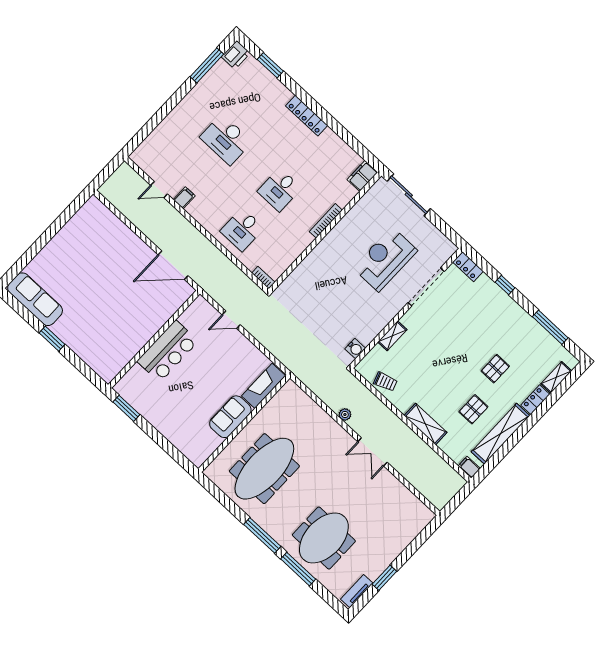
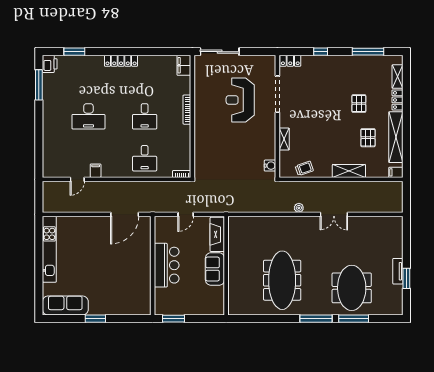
kitchen unit: (70, 231) -> (49, 249), added
fireplace: (263, 386) -> (217, 234), moved
sofa: (230, 417) -> (215, 269), moved
wall: (244, 424) -> (226, 266), moved
tv unit: (357, 591) -> (398, 271), moved

